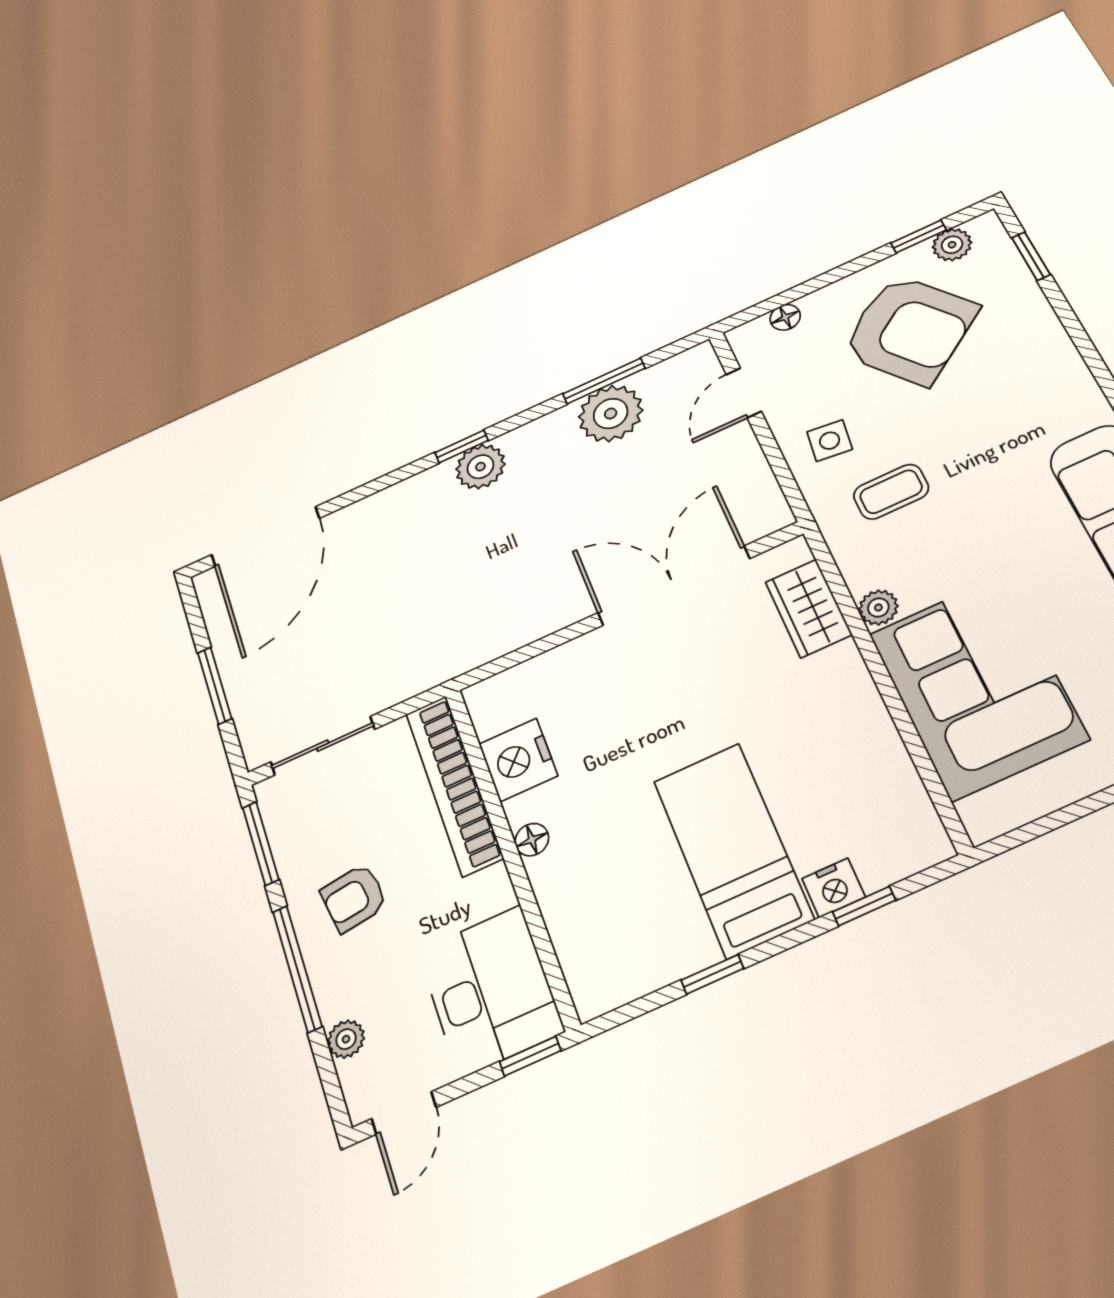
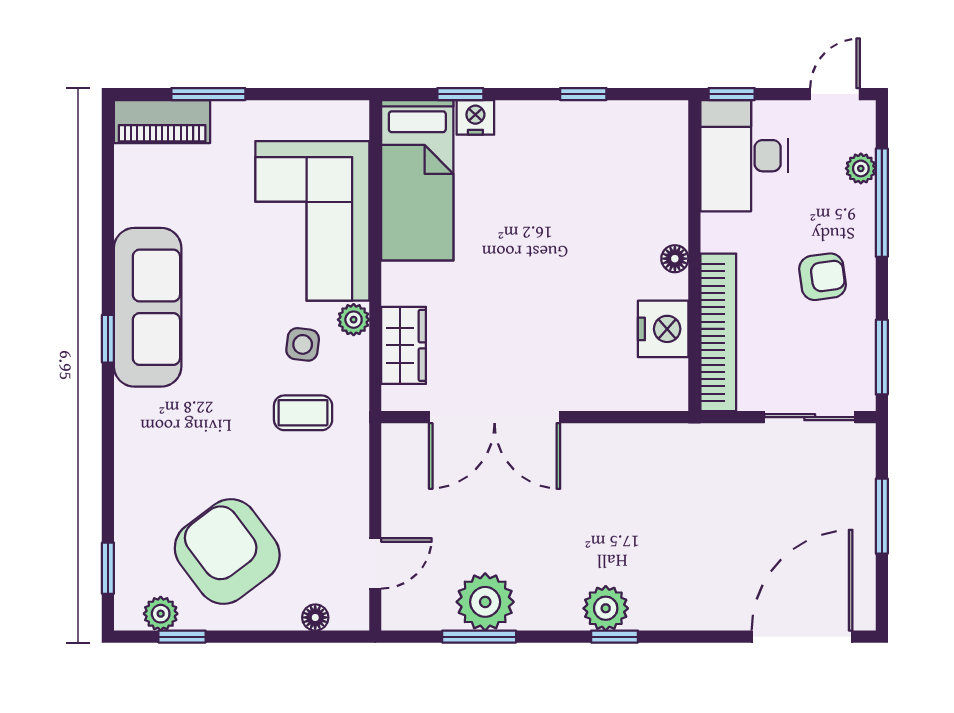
side table: (830, 441) -> (303, 344), moved
bed: (733, 849) -> (417, 180), moved
window: (297, 969) -> (882, 203), moved

